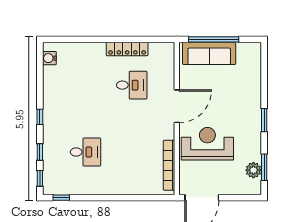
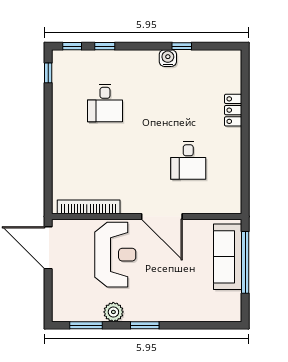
locker: (127, 49) -> (233, 110), moved, width x0.66
water cooler: (49, 58) -> (168, 58), moved
window: (40, 117) -> (182, 46), moved
plant: (253, 170) -> (113, 312), moved

